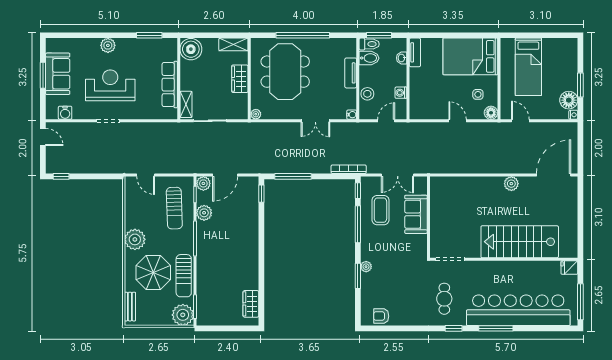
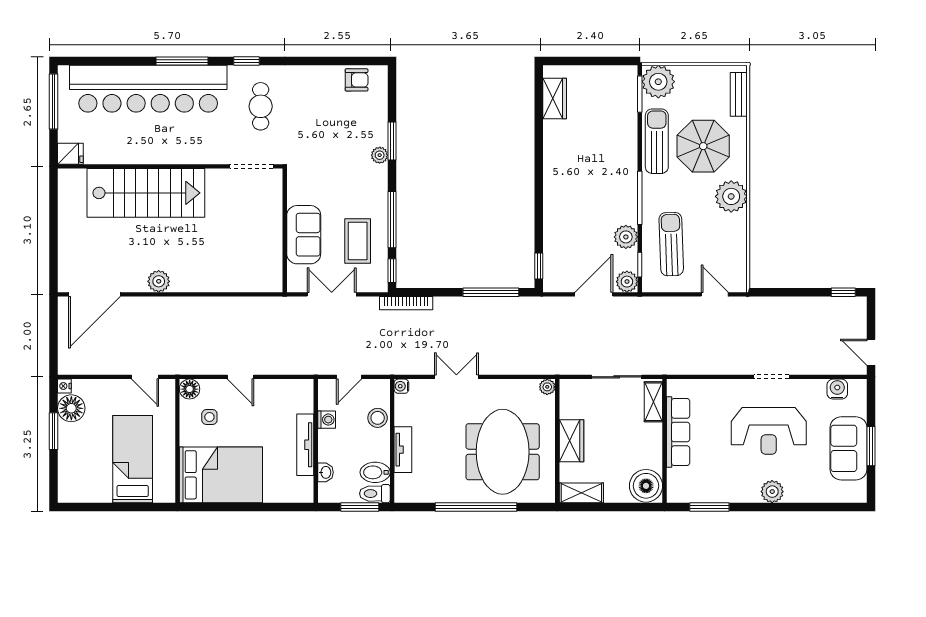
tv unit: (415, 52) -> (305, 445), moved, width x1.41

